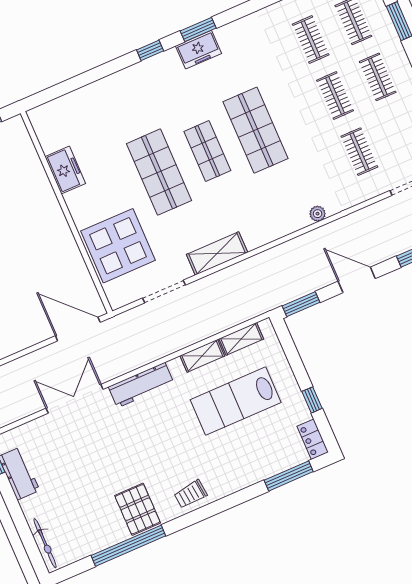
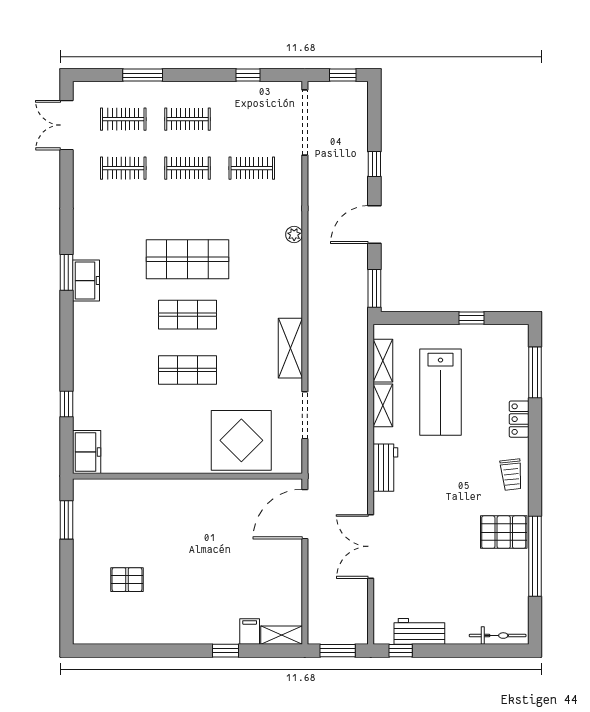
window: (150, 50) -> (66, 404), moved
freezer: (65, 170) -> (87, 452), moved, turned 90
shop shelf: (159, 172) -> (187, 370), width x0.70, depth x0.74
workbench: (141, 385) -> (385, 468), width x0.73
locker: (313, 439) -> (519, 419), moved, turned 90

